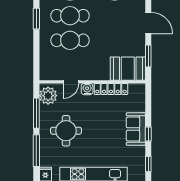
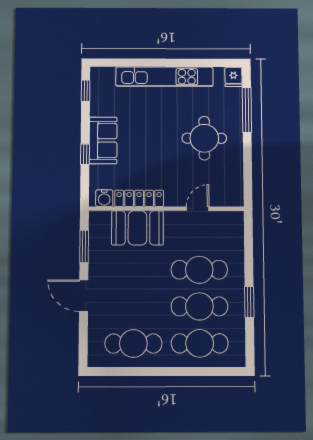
booth: (128, 69) -> (137, 228), moved
water cooler: (87, 89) -> (104, 198), moved
plant: (48, 96) -> (231, 189), removed
window: (36, 113) -> (248, 164), removed
window: (148, 134) -> (85, 154), moved

